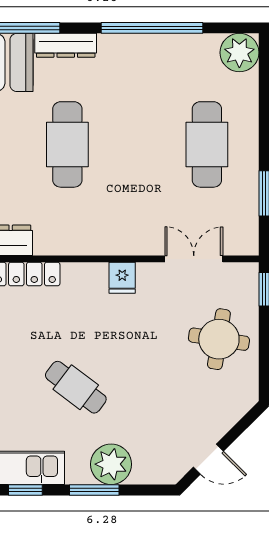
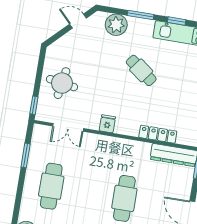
plant: (111, 464) -> (116, 25), moved

